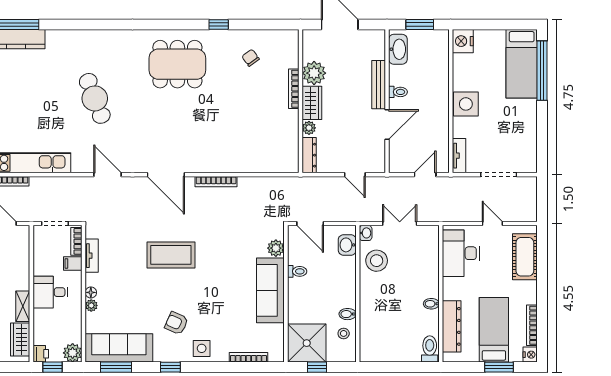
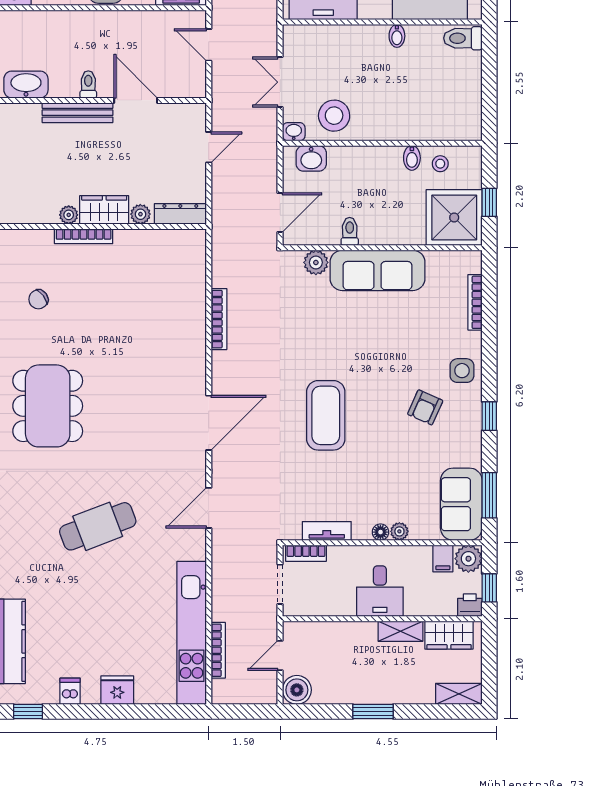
plant: (314, 73) -> (69, 215), width x0.53, depth x0.53
bookcase: (216, 182) -> (219, 319), moved
filing cabinet: (73, 263) -> (443, 558), moved
sofa: (119, 348) -> (461, 504), width x0.73

